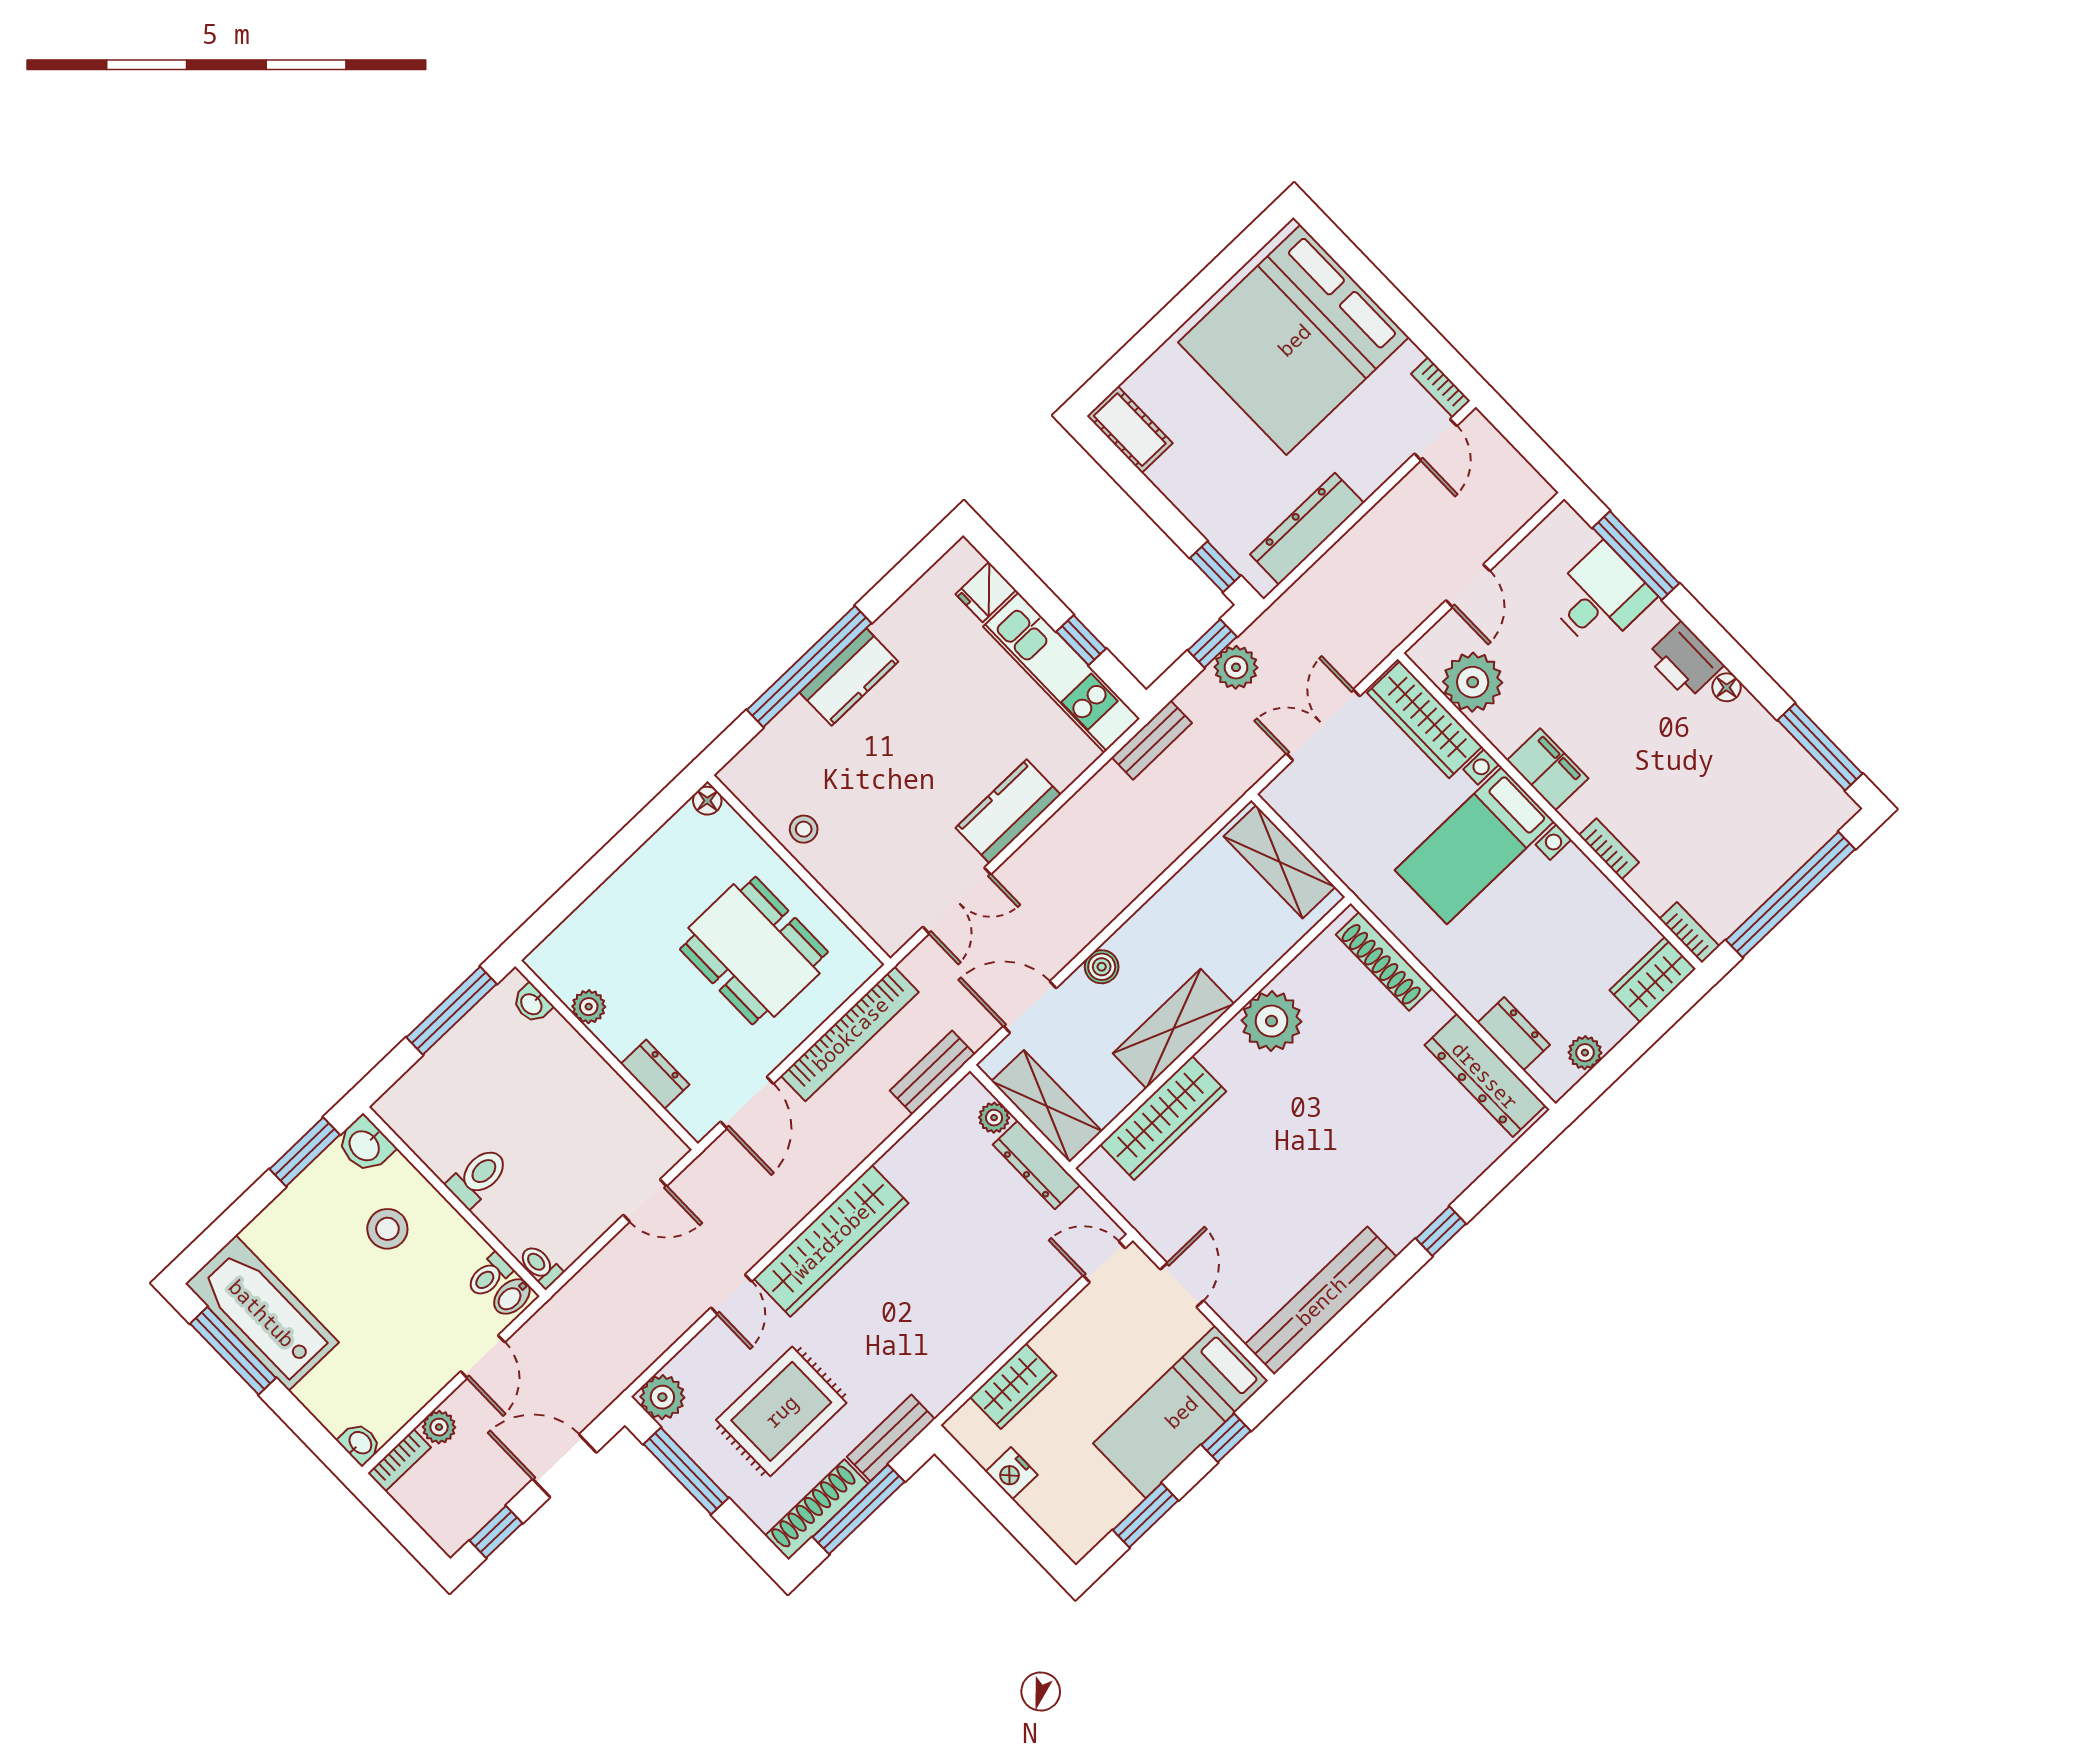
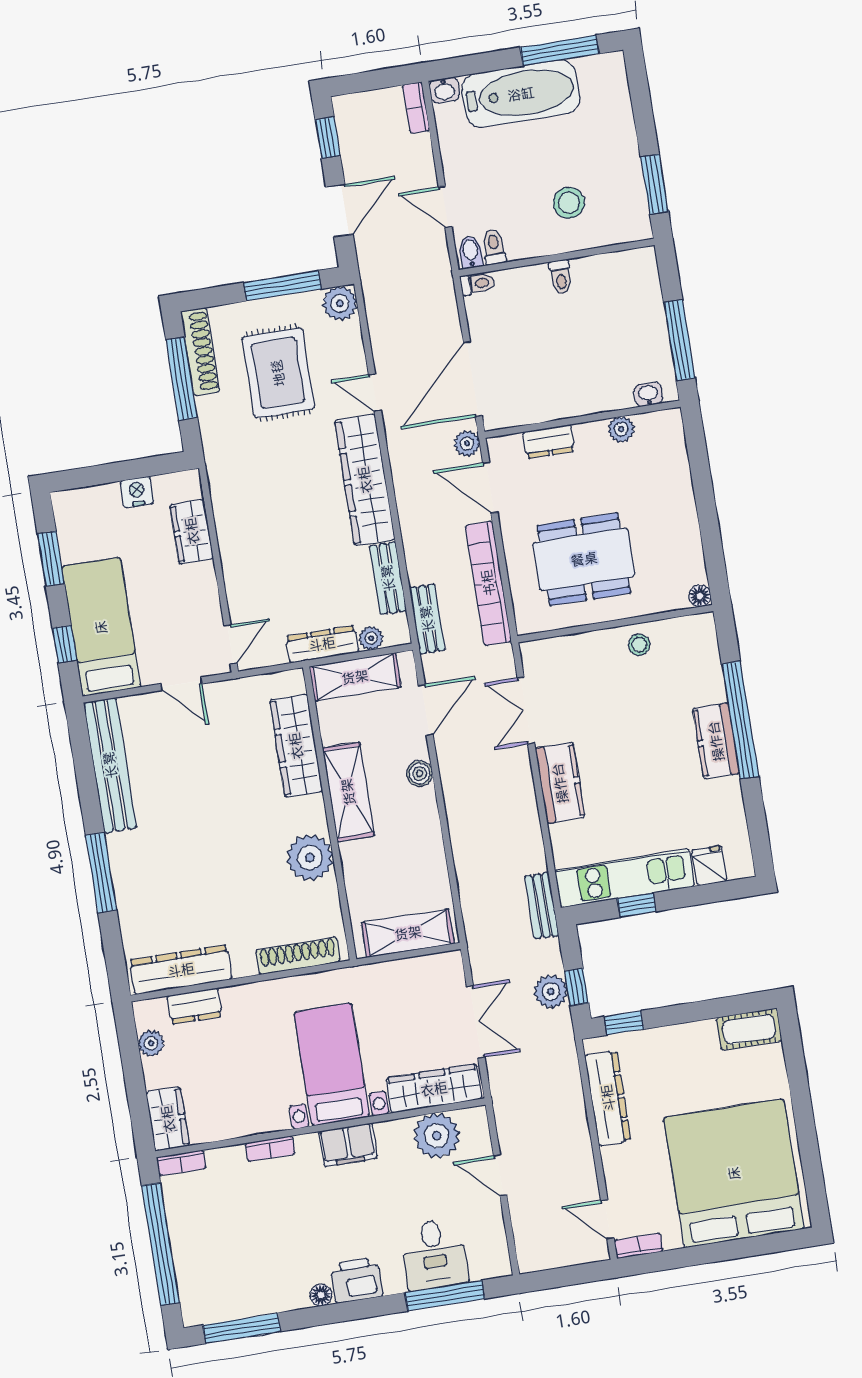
washbasin: (365, 1145) -> (632, 226), removed
toilet: (478, 1177) -> (561, 277), width x0.73, depth x0.72
door: (645, 1201) -> (473, 379), width x1.88
window: (1441, 1231) -> (101, 873), width x2.17
bathtub: (262, 1313) -> (521, 94), moved
plant: (439, 1427) -> (467, 443), moved
bench: (891, 1438) -> (388, 578), moved

